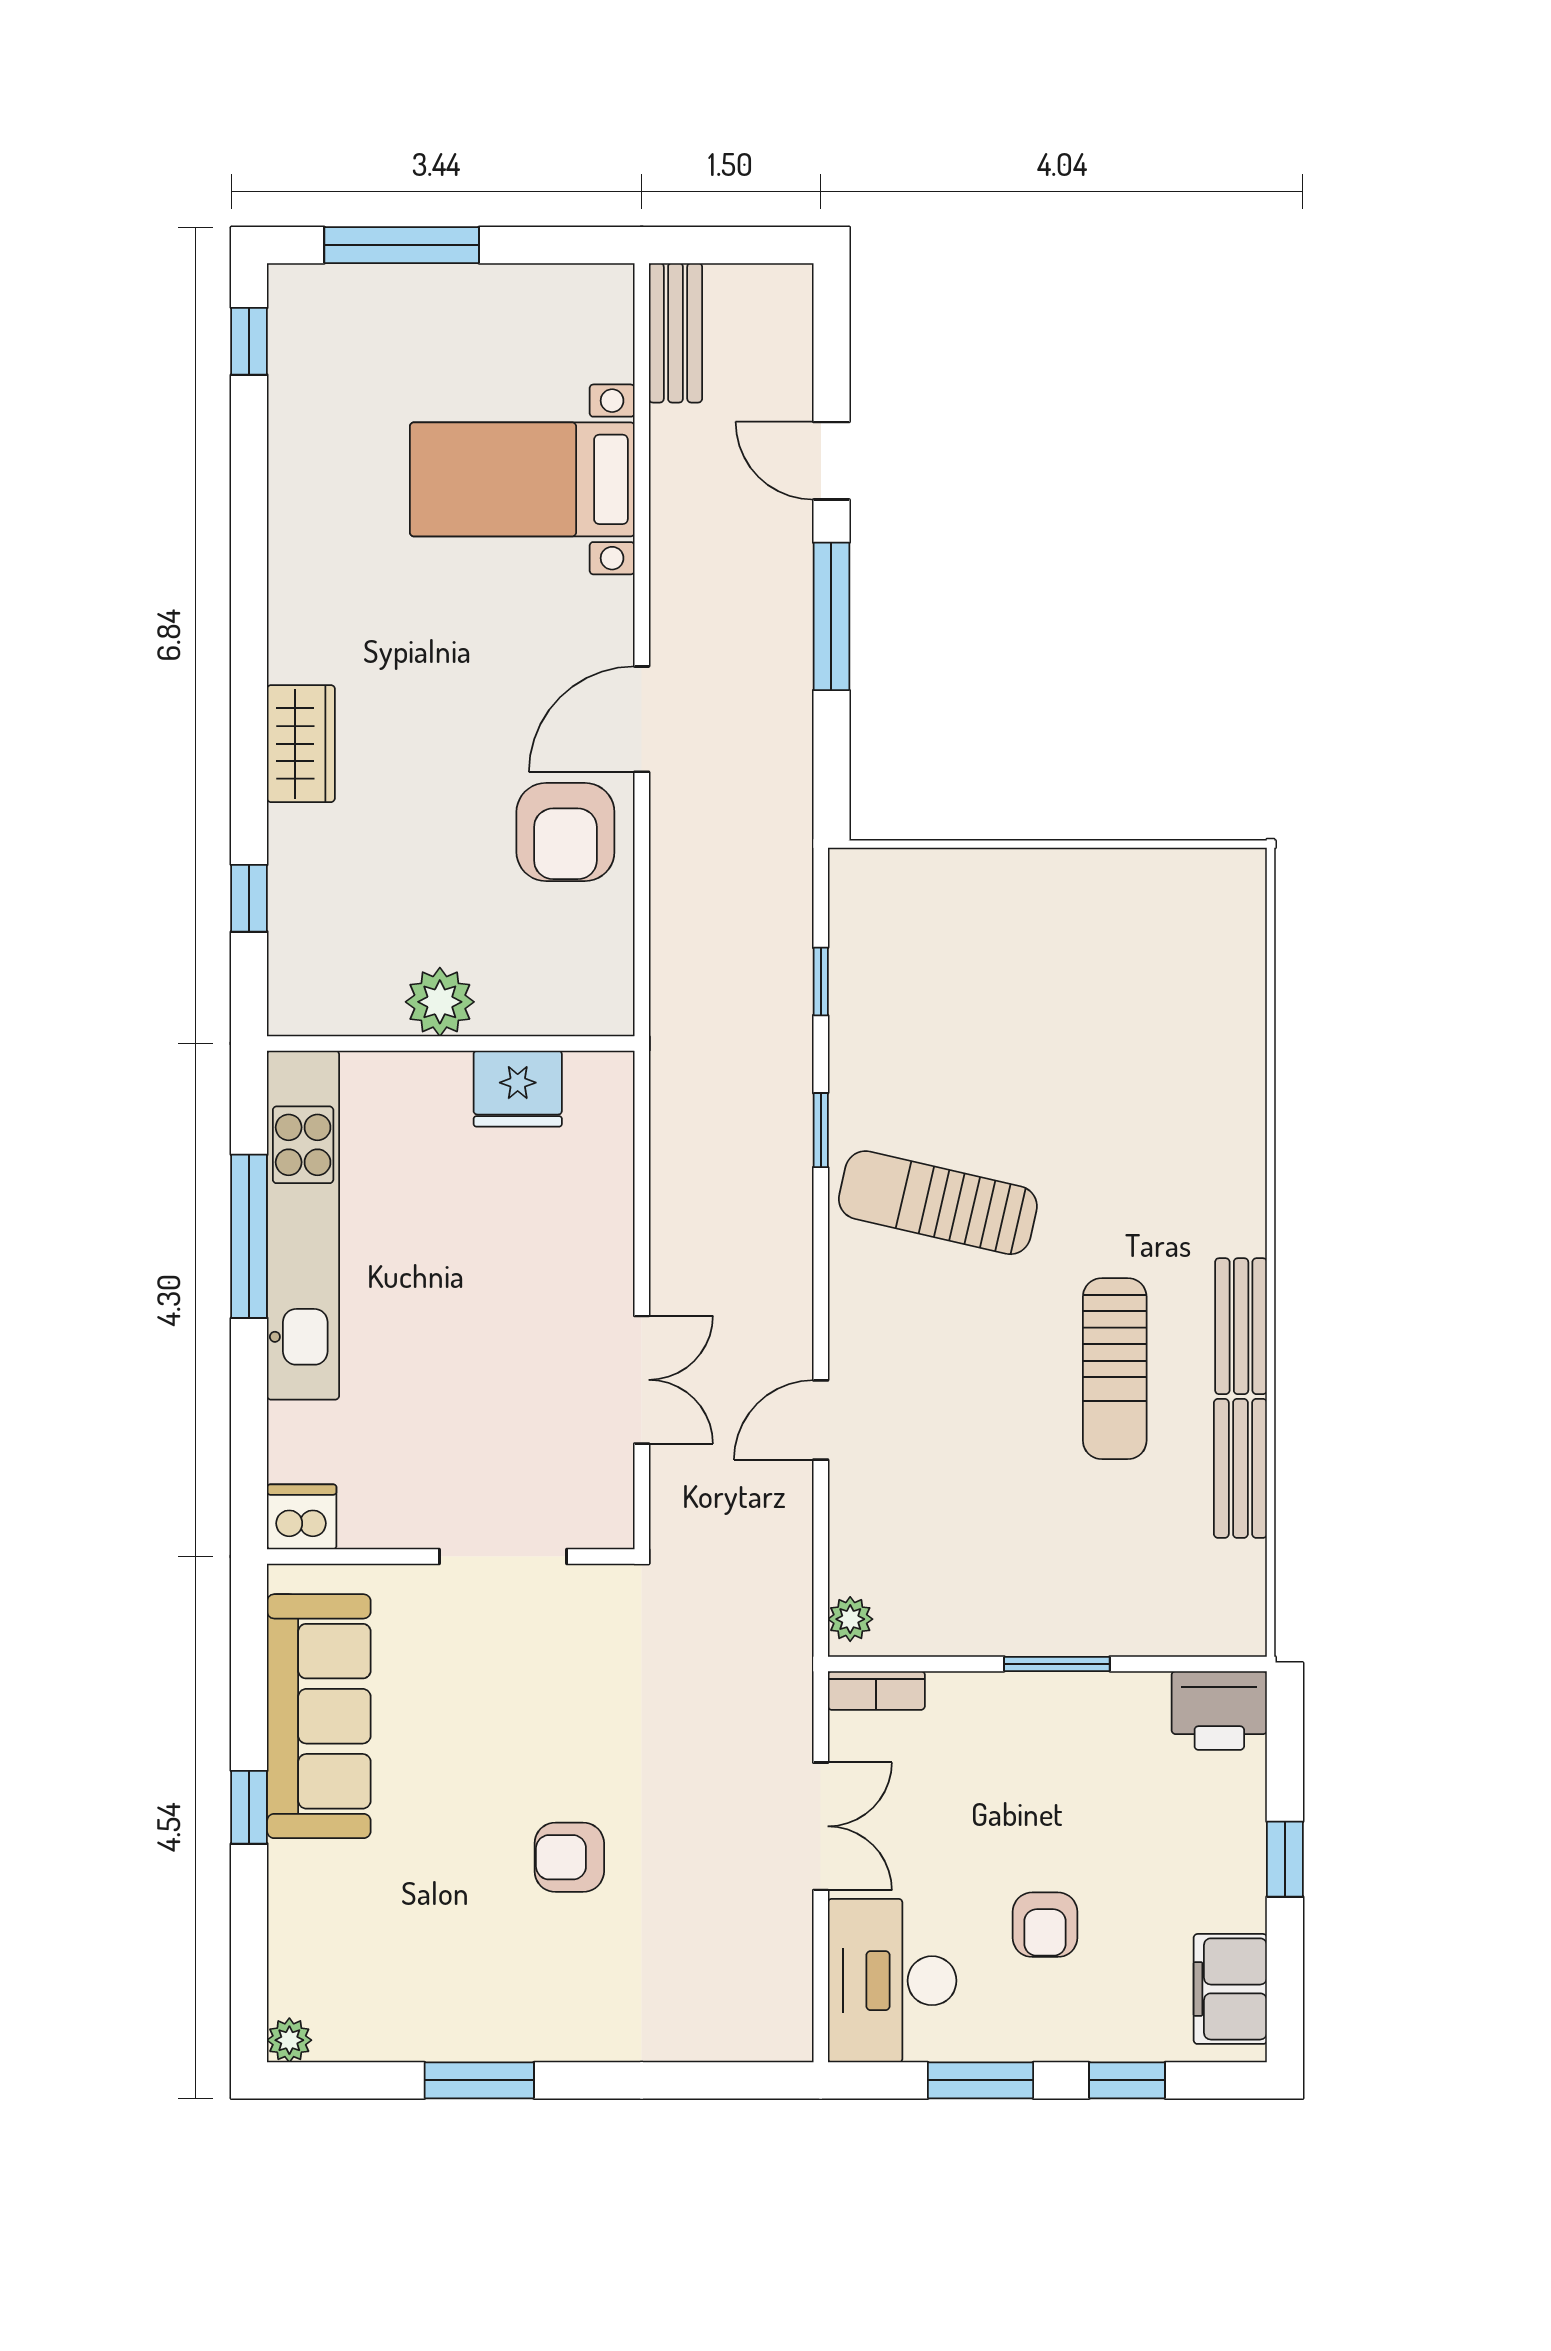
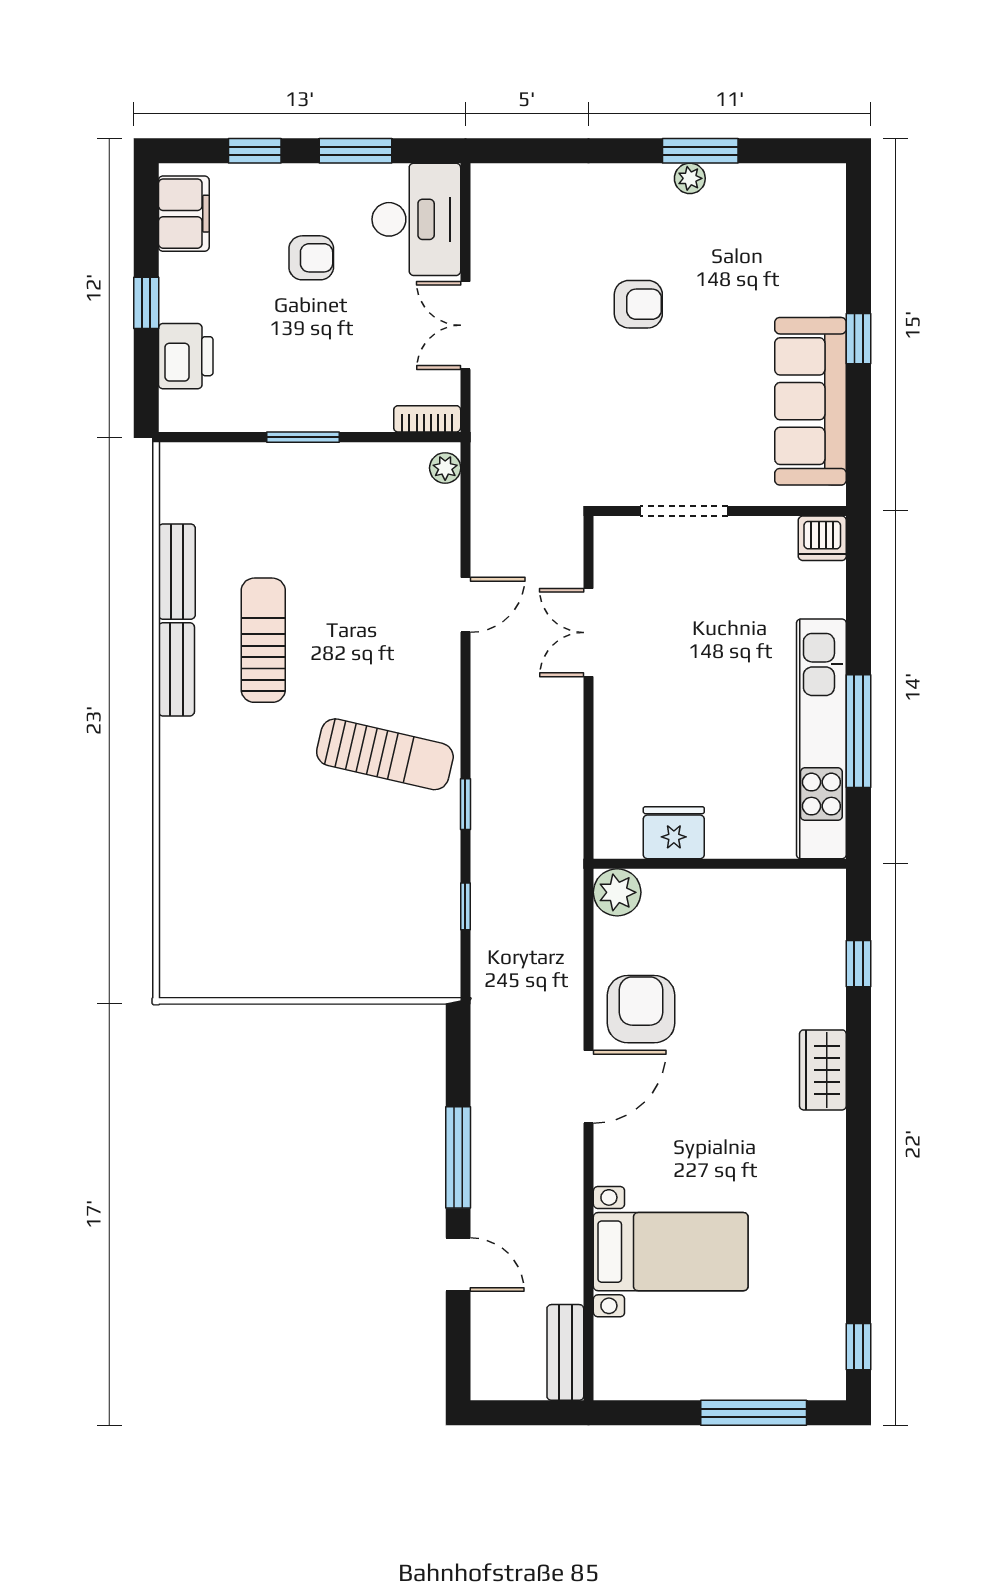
plant: (440, 1002) -> (617, 892), moved
printer: (1219, 1710) -> (186, 356), moved, turned 90
armchair: (1045, 1925) -> (311, 258), turned 90
plant: (289, 2040) -> (690, 178), moved

